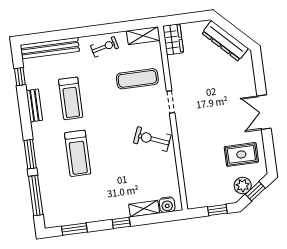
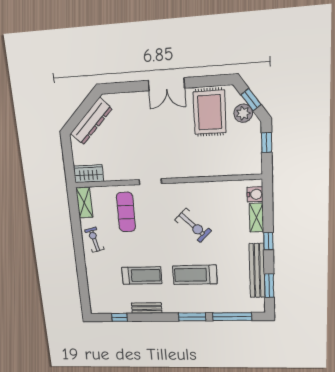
bench: (50, 48) -> (257, 271), moved
exercise bike: (152, 139) -> (193, 225), moved, turned -67
treadmill: (78, 153) -> (195, 275), turned 180
rug: (241, 154) -> (210, 112), width x1.36, depth x1.43

